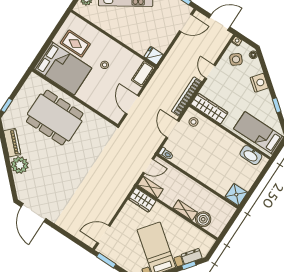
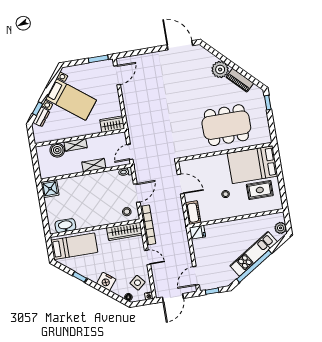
door: (172, 129) -> (137, 193), hinge flipped
shelving: (150, 187) -> (94, 165), moved

